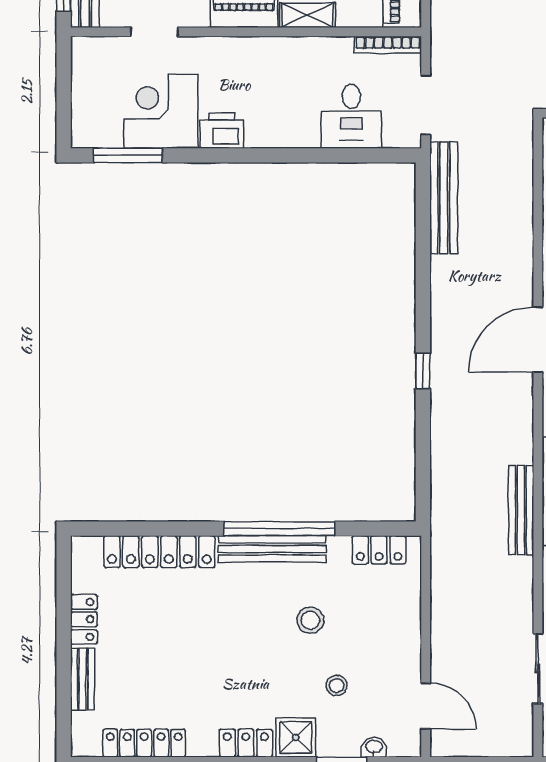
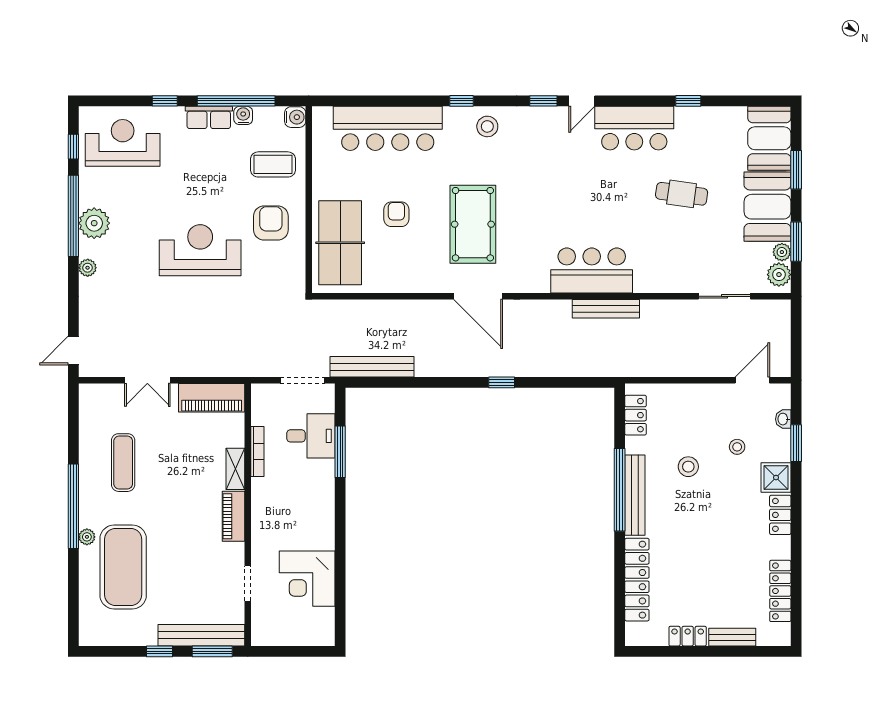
bookcase: (388, 45) -> (257, 451), moved
printer: (222, 131) -> (322, 533), removed
window: (128, 155) -> (340, 452), moved

